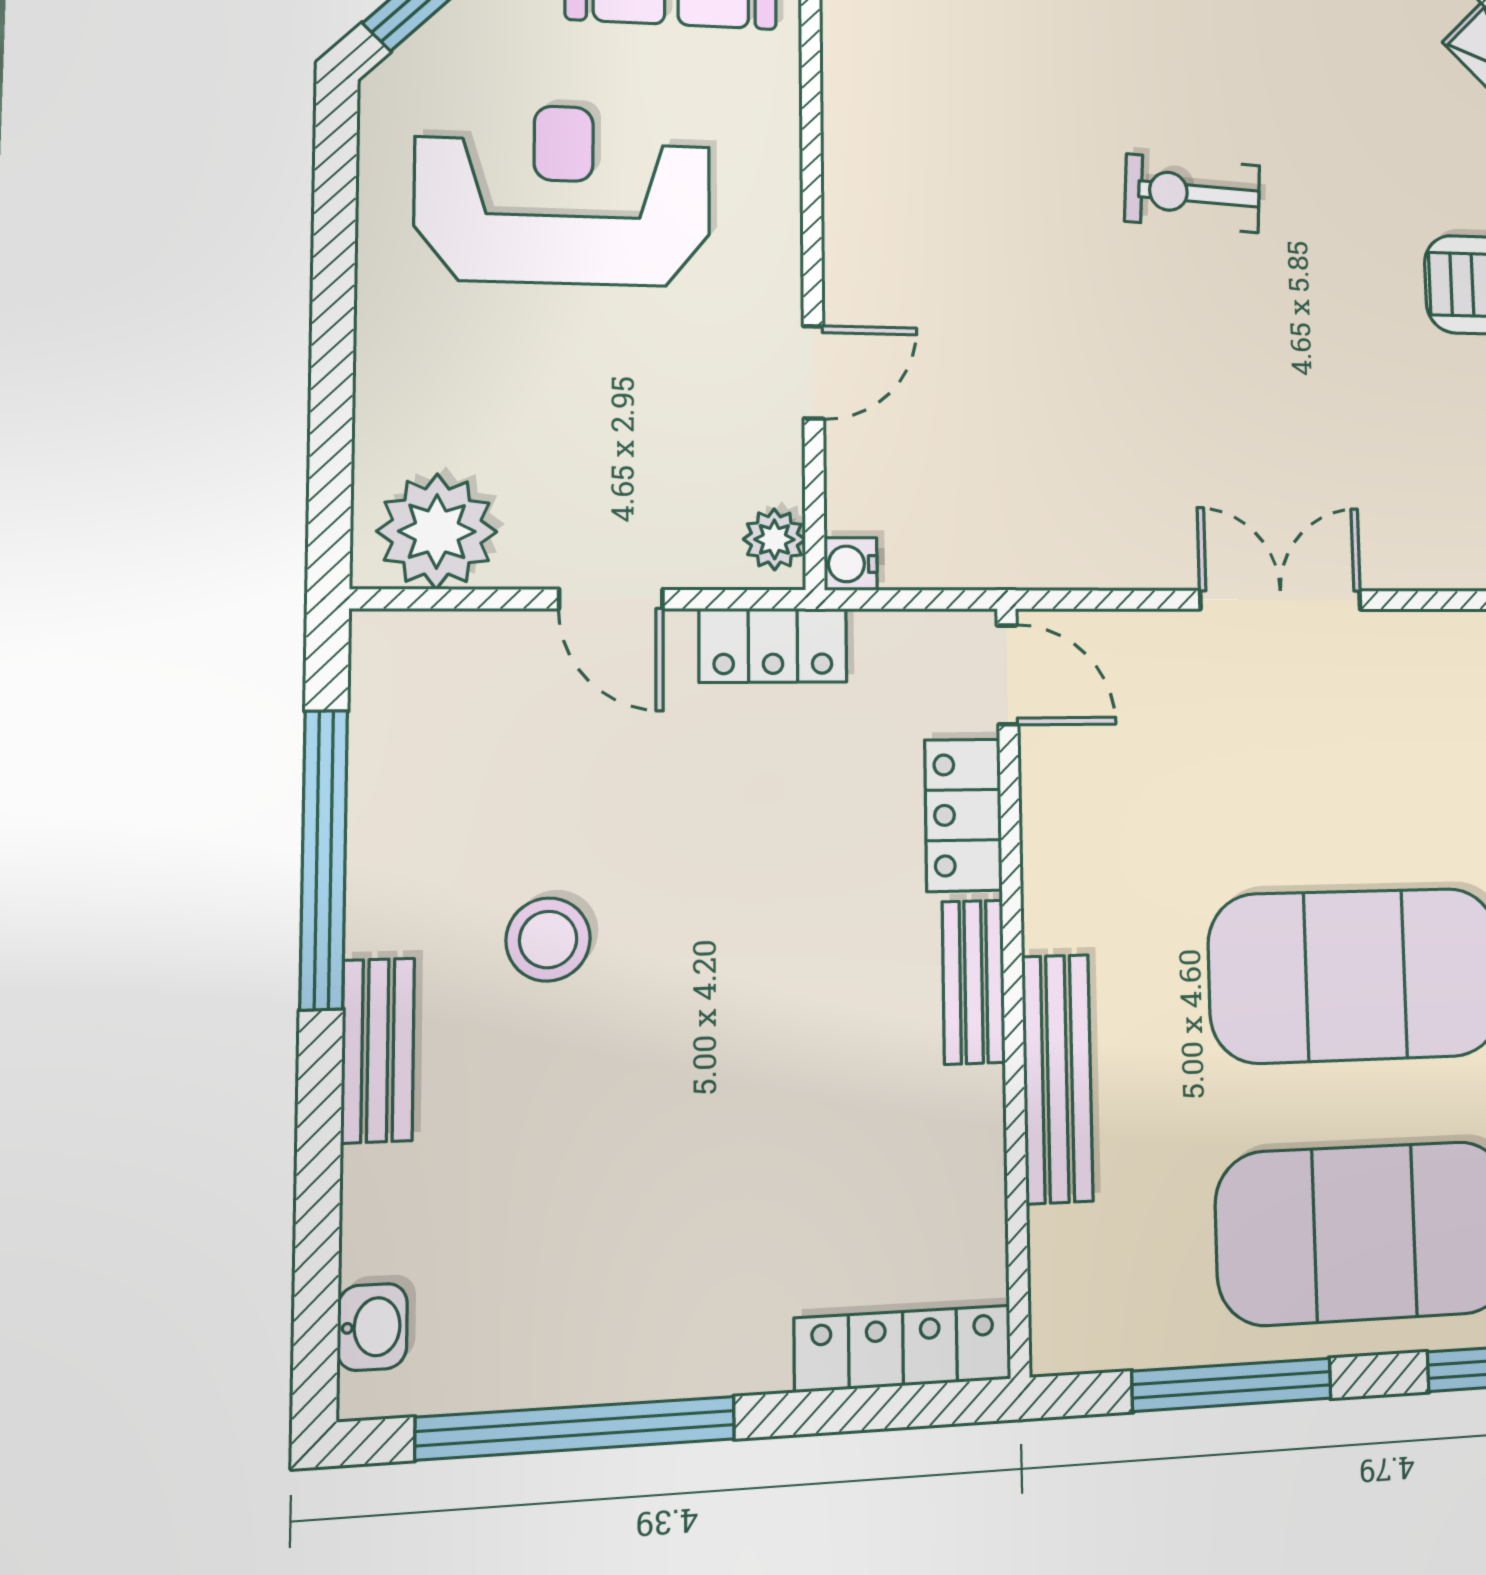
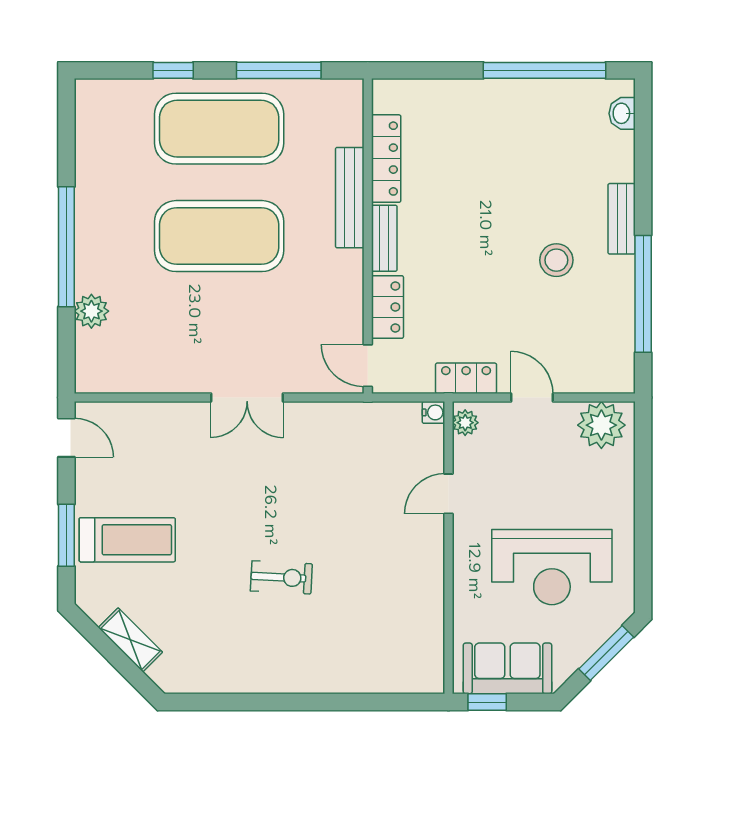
locker: (903, 1349) -> (386, 159), moved, turned -90

